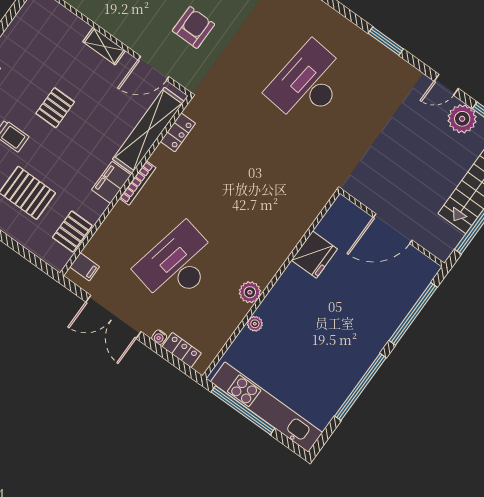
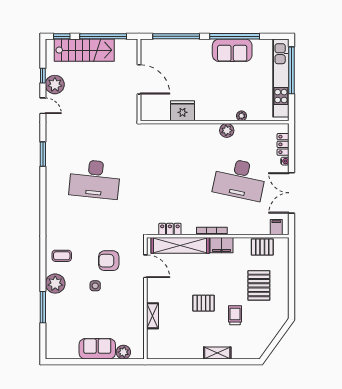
shelving: (104, 46) -> (153, 316), moved
double door: (113, 317) -> (292, 193), swing flipped
sofa: (345, 371) -> (232, 50), added
window: (243, 410) -> (292, 70), moved

